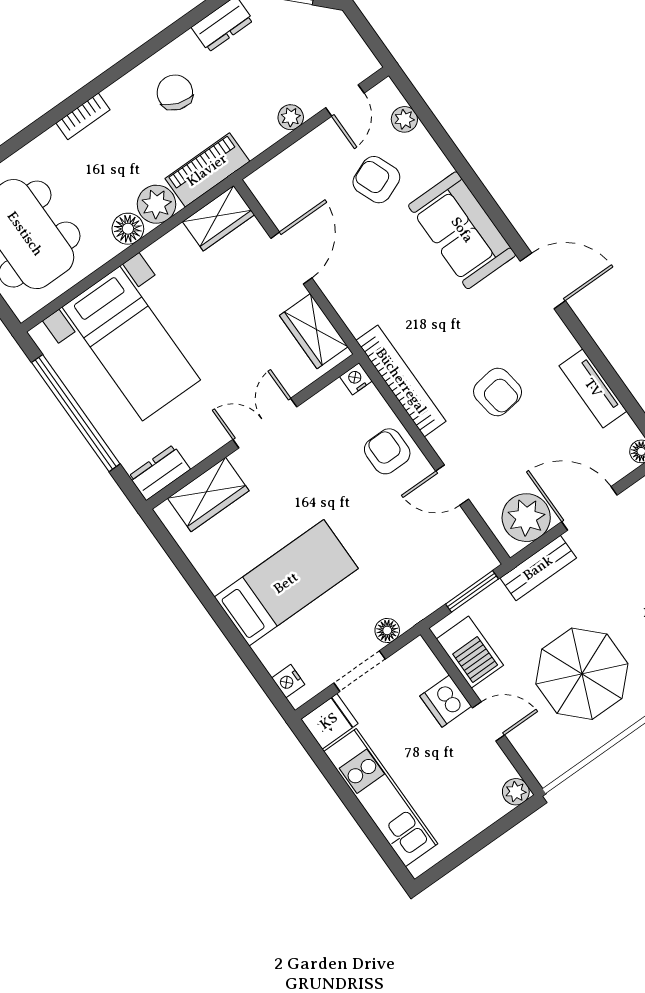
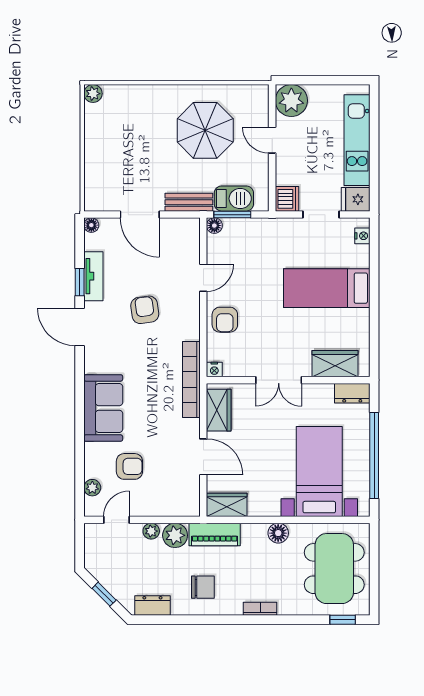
chair: (175, 92) -> (203, 587), turned -109
armchair: (376, 180) -> (129, 466), turned -68
plant: (156, 204) -> (175, 535), moved
door: (291, 258) -> (203, 457), swing flipped
door: (543, 281) -> (80, 327), moved
window: (605, 369) -> (80, 282), added
bookcase: (401, 381) -> (191, 379), moved
door: (452, 485) -> (203, 278), hinge flipped
plant: (526, 518) -> (176, 233), removed
floor lamp: (387, 630) -> (214, 226), moved
barbecue: (470, 652) -> (234, 199), moved, turned 90
dishwasher: (446, 701) -> (287, 199), moved
plant: (516, 792) -> (291, 101), width x1.88, depth x1.88

